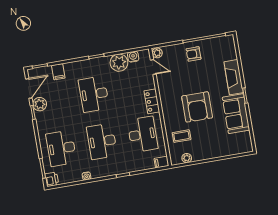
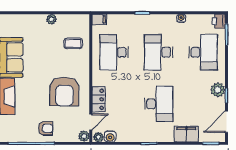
plant: (119, 63) -> (98, 137), moved, width x0.53, depth x0.53
door: (153, 67) -> (91, 122), swing flipped
filing cabinet: (58, 72) -> (186, 134), width x2.00
locker: (152, 101) -> (98, 99), moved
plant: (40, 104) -> (218, 90), moved
armchair: (197, 107) -> (64, 92), moved, turned 180
desk: (102, 141) -> (159, 52), turned 180
plant: (187, 158) -> (51, 19), moved

